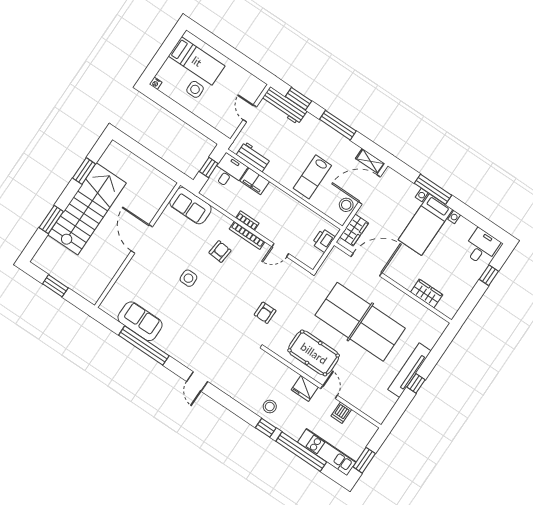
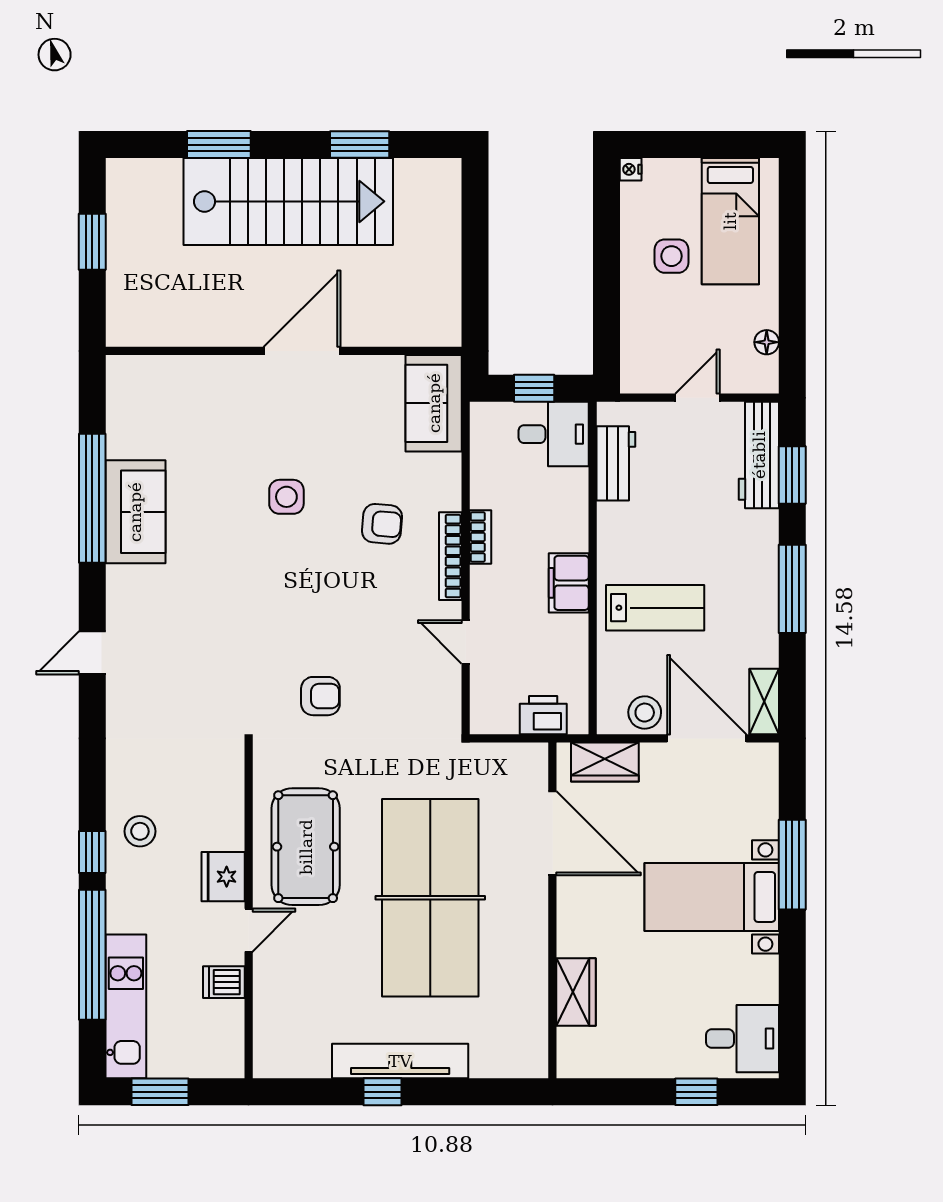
floor lamp: (247, 77) -> (767, 342), added
lab bench: (312, 177) -> (655, 608), turned 180
filing cabinet: (255, 181) -> (569, 583), moved
armchair: (265, 313) -> (320, 696), turned 180
sofa: (140, 321) -> (135, 512), moved

